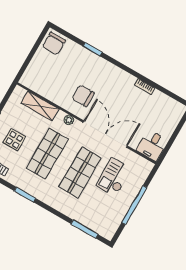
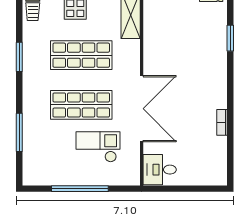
chair: (83, 96) -> (171, 58), removed
plant: (69, 120) -> (134, 58), removed
window: (84, 229) -> (19, 132), moved

